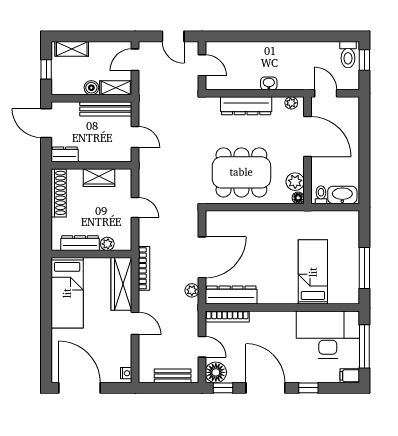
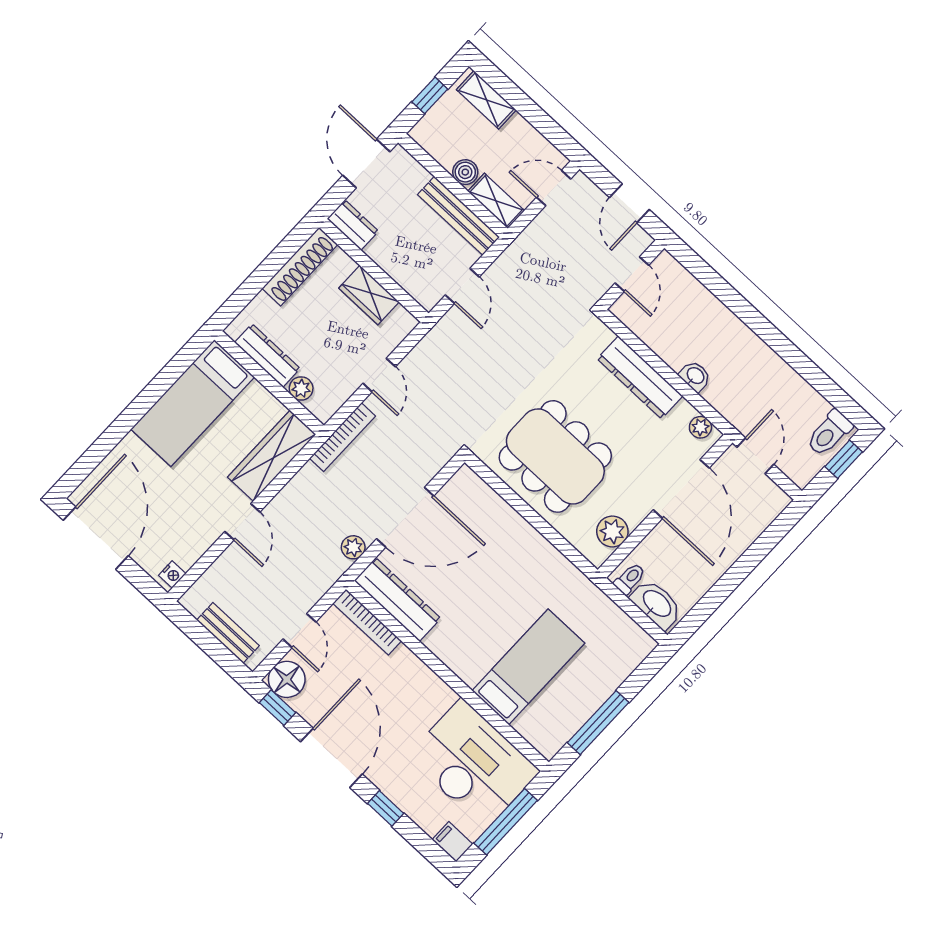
floor lamp: (298, 198) -> (597, 556), removed
bookcase: (144, 268) -> (342, 437), moved

